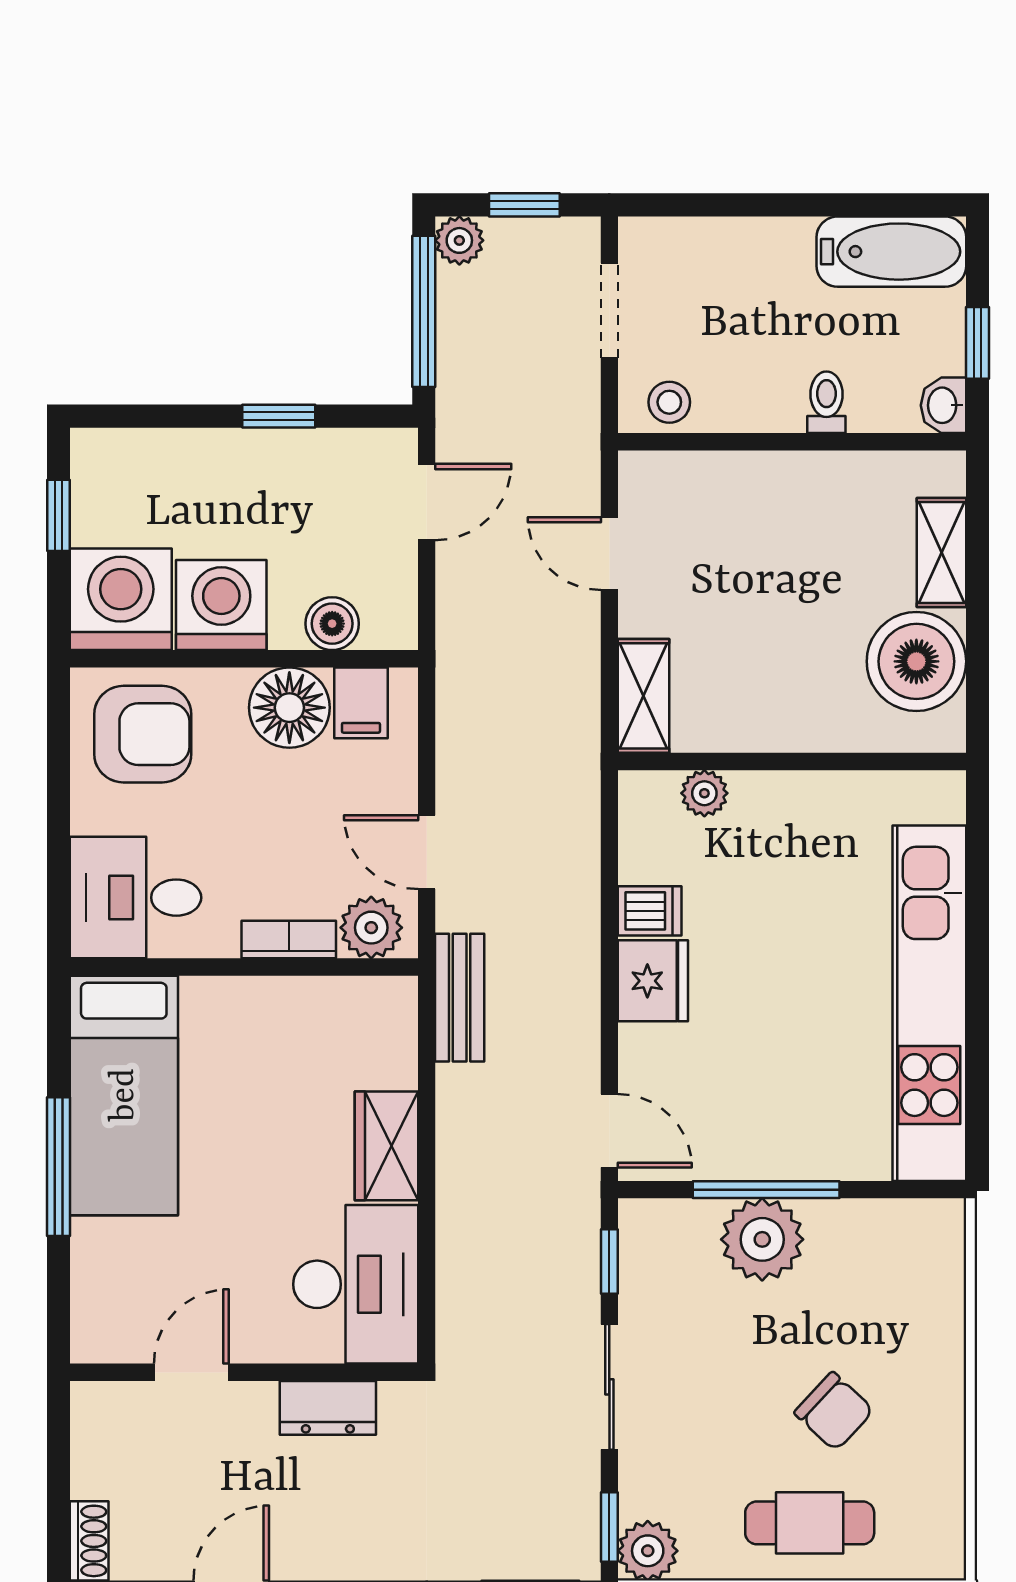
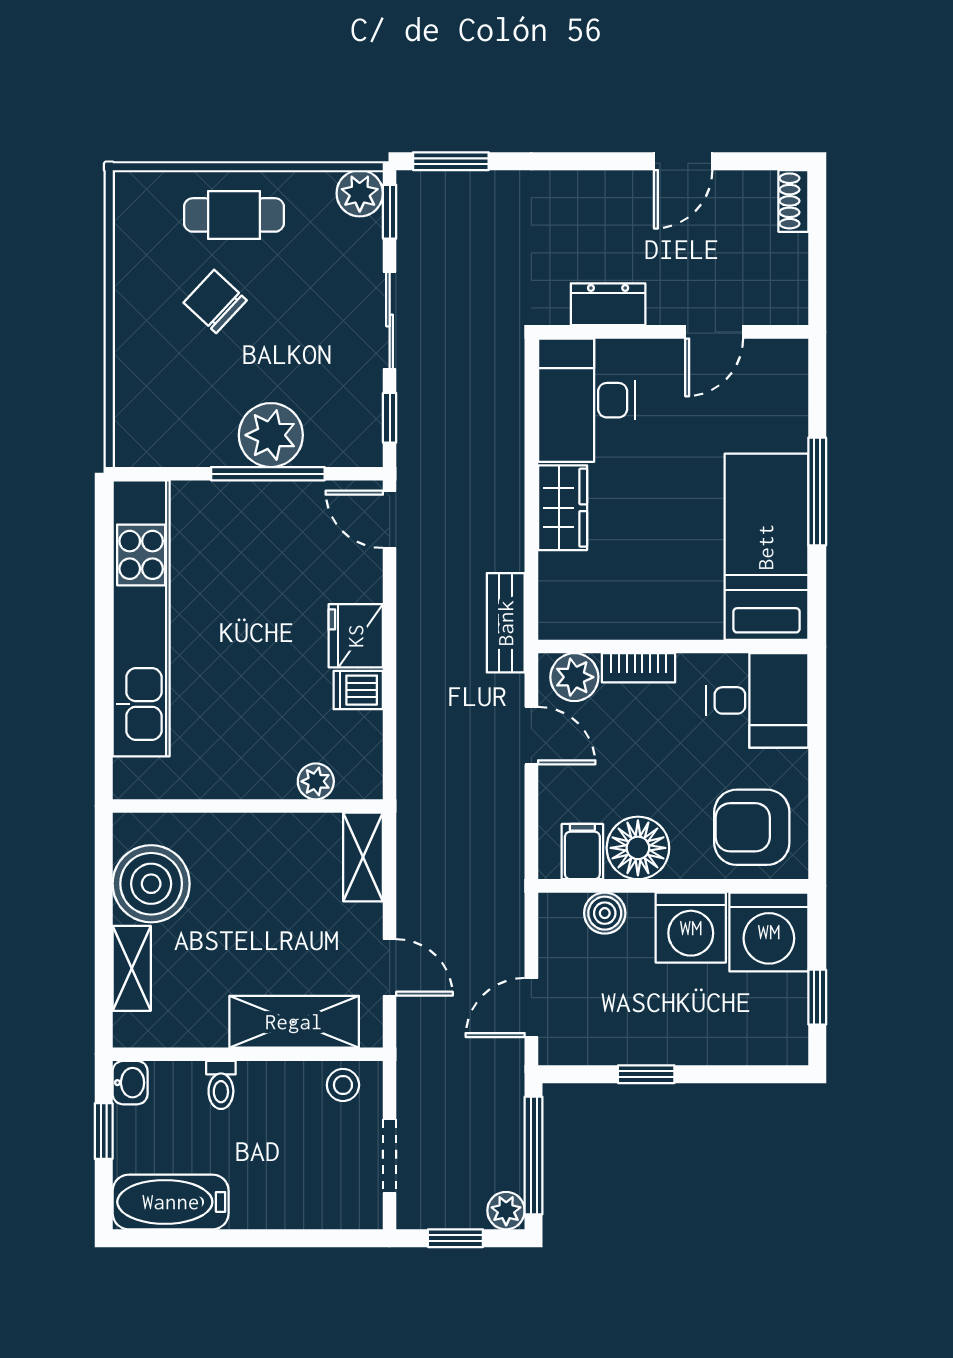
shelving: (732, 484) -> (294, 1022), added

